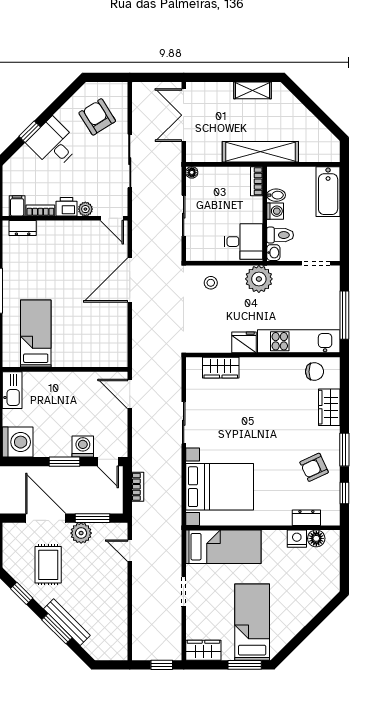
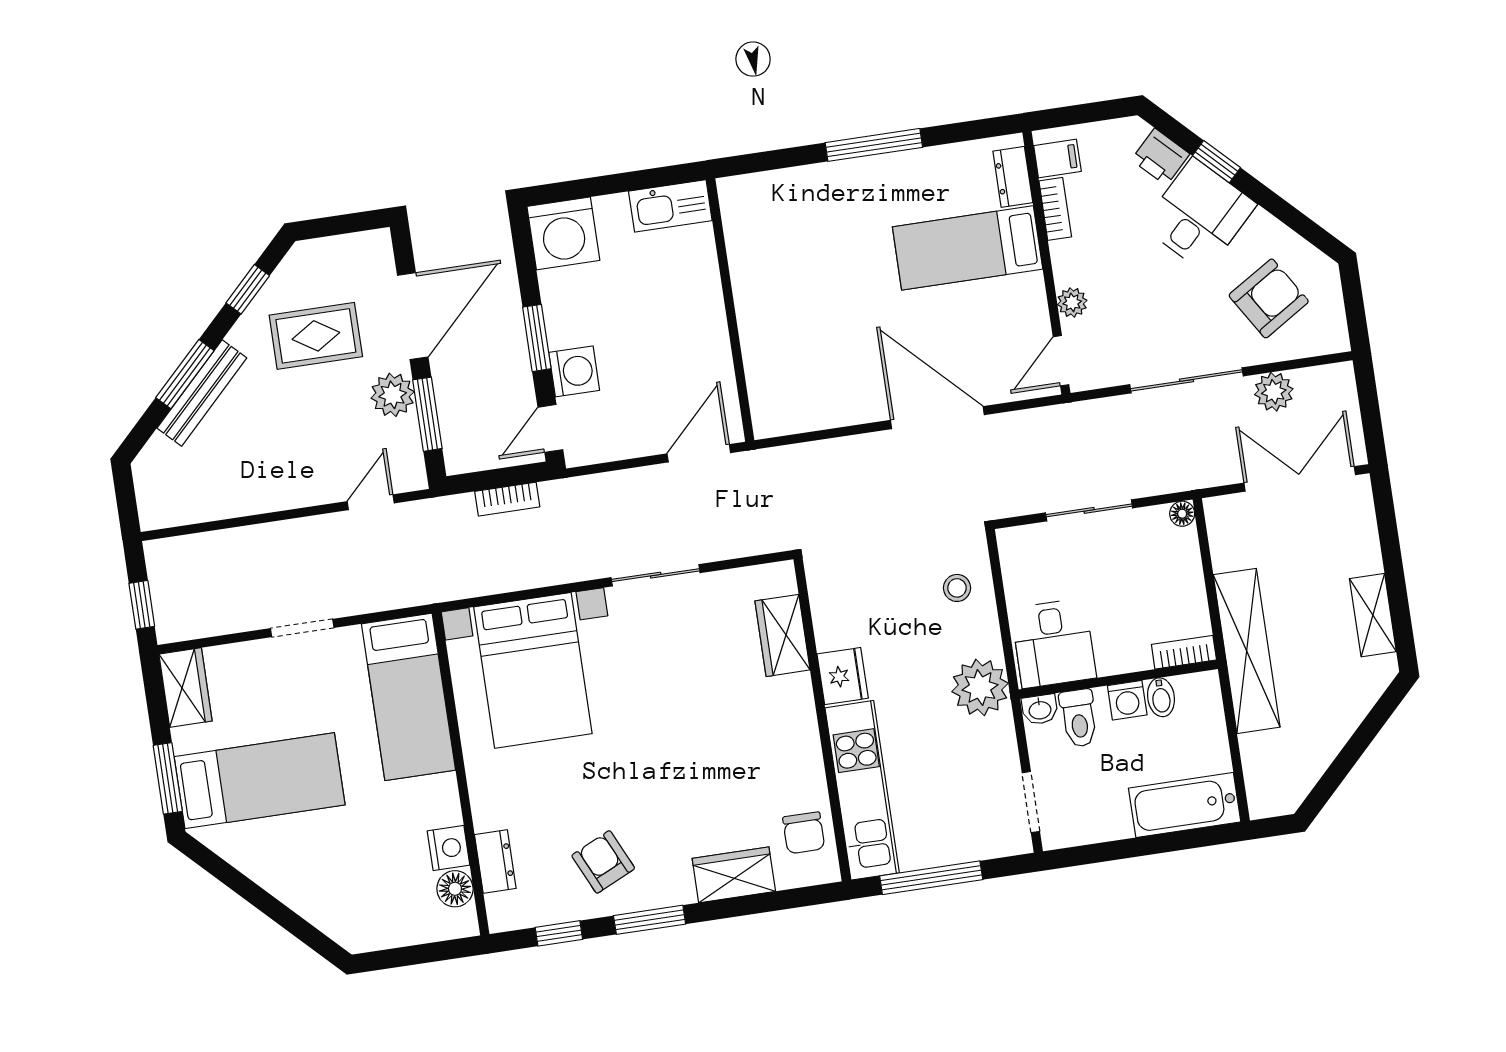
plant: (141, 121) -> (1274, 392), added
printer: (66, 207) -> (1161, 157), moved, turned 135
bed: (36, 334) -> (968, 248), moved, turned 180

